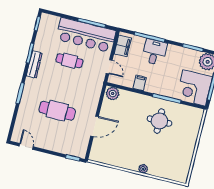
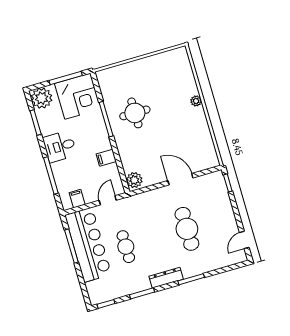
filing cabinet: (123, 46) -> (77, 199), width x0.50
desk: (154, 52) -> (60, 146), moved
dresser: (34, 65) -> (166, 278), moved

